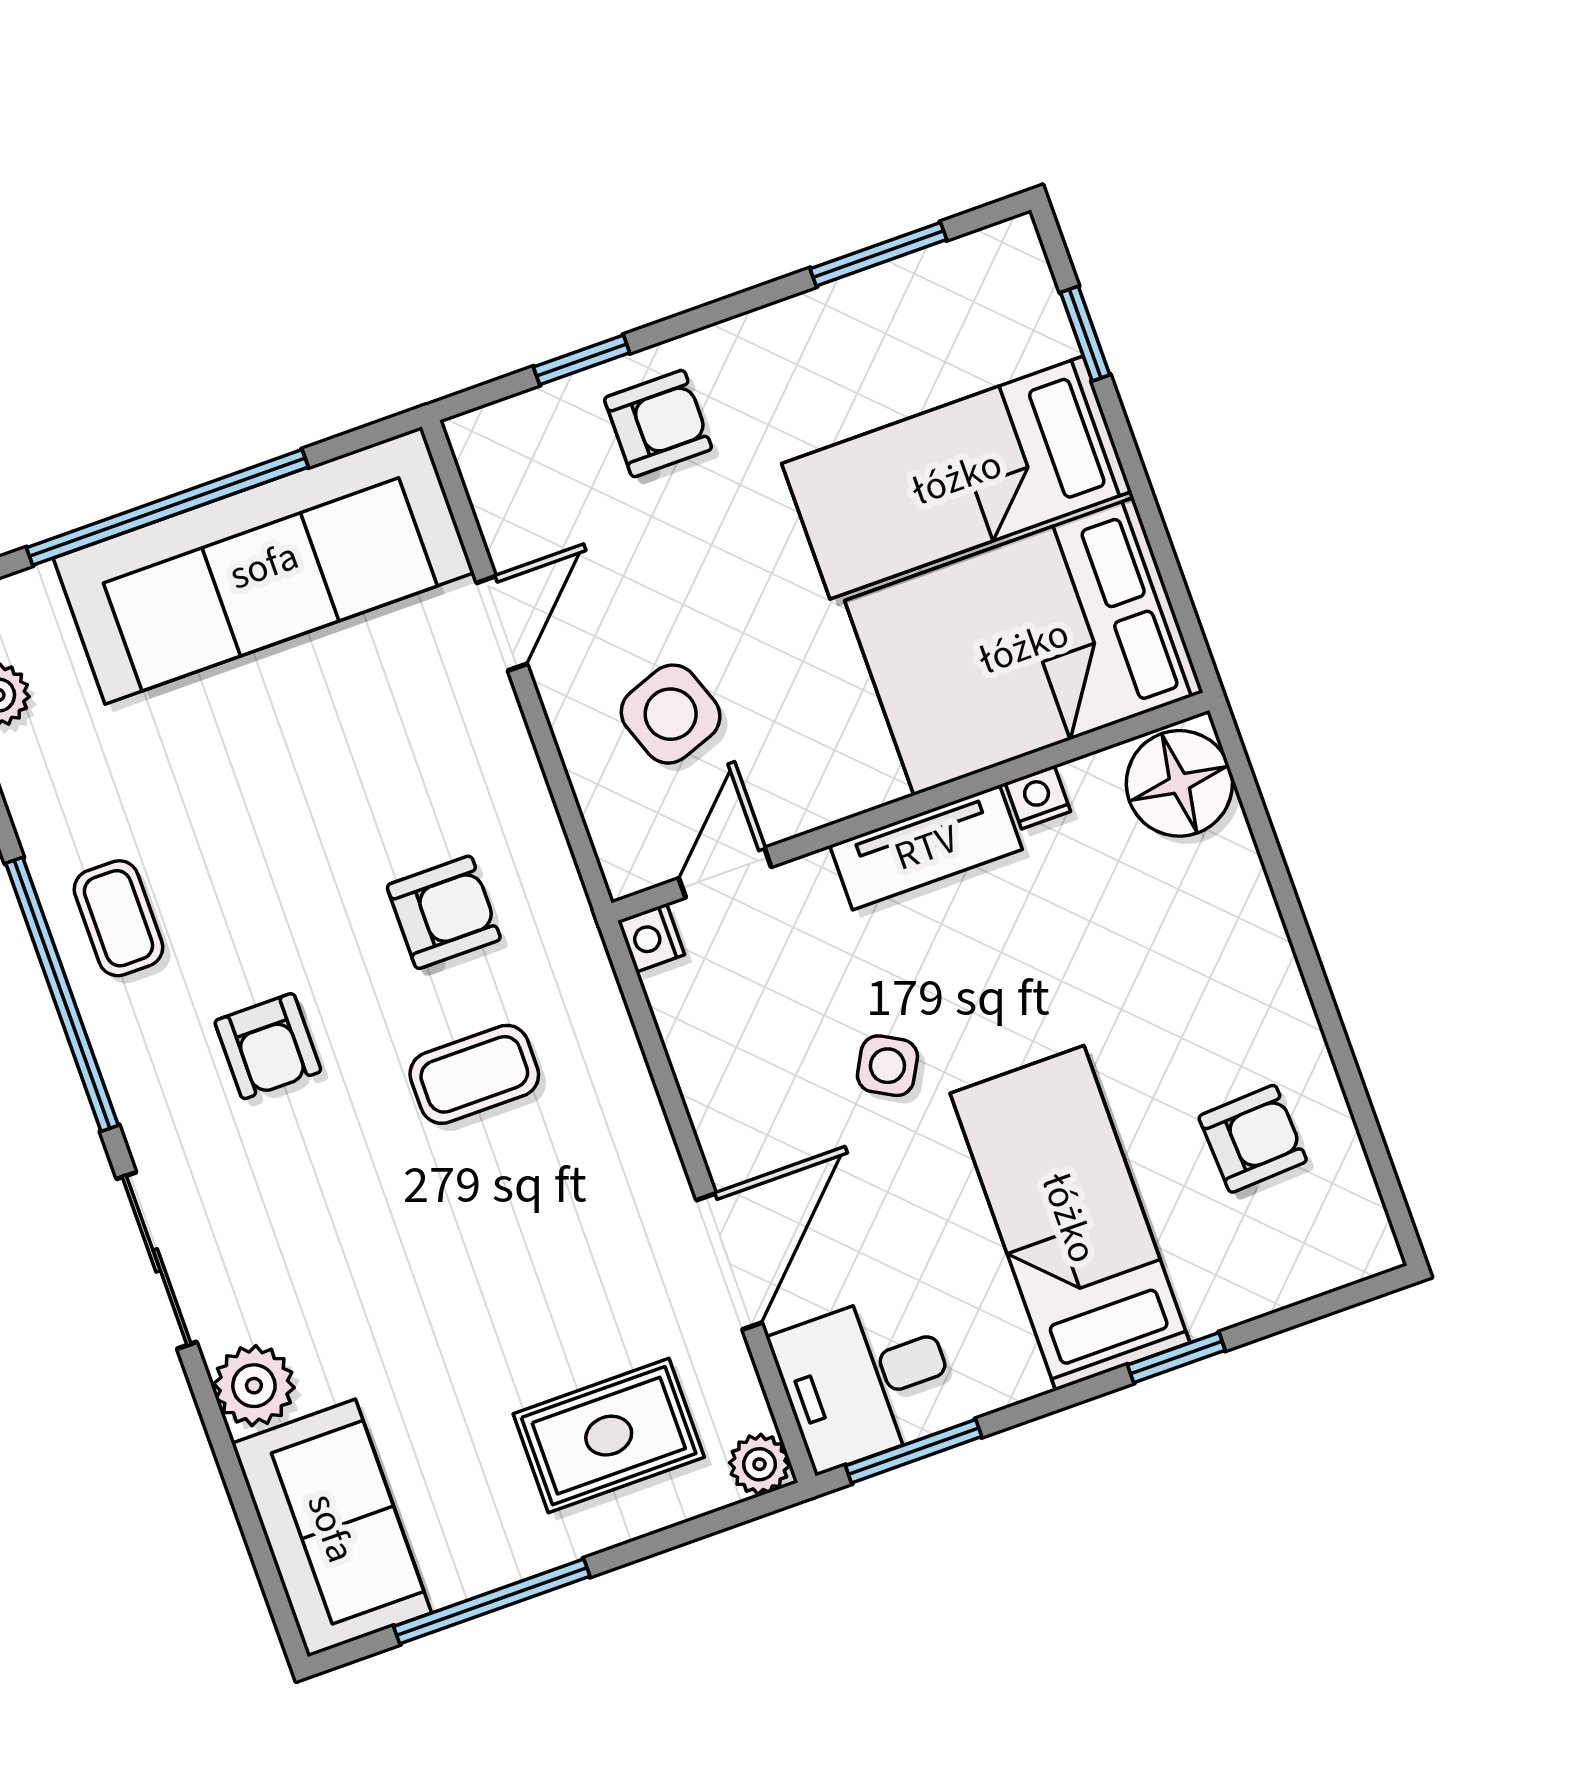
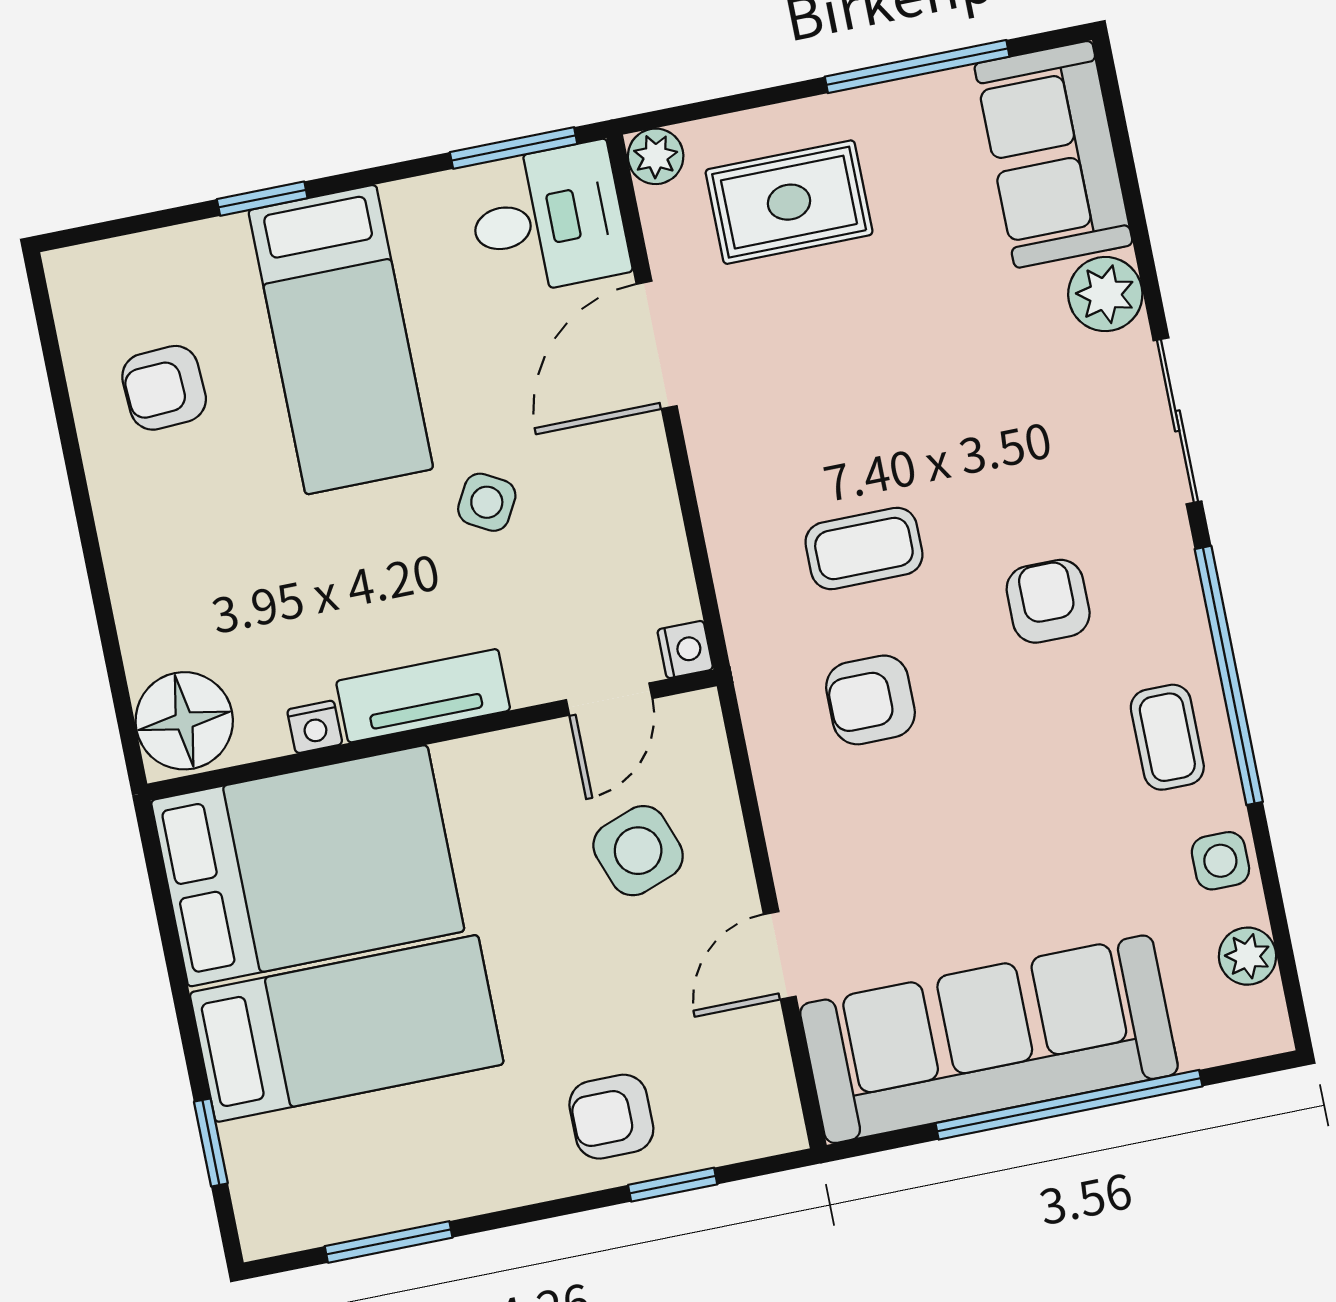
side table: (42, 794) -> (1220, 861), added

